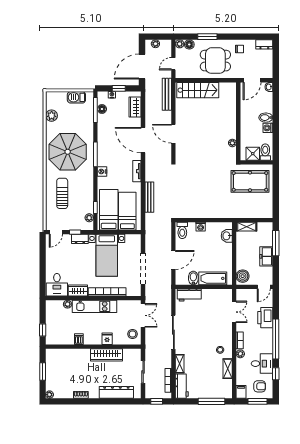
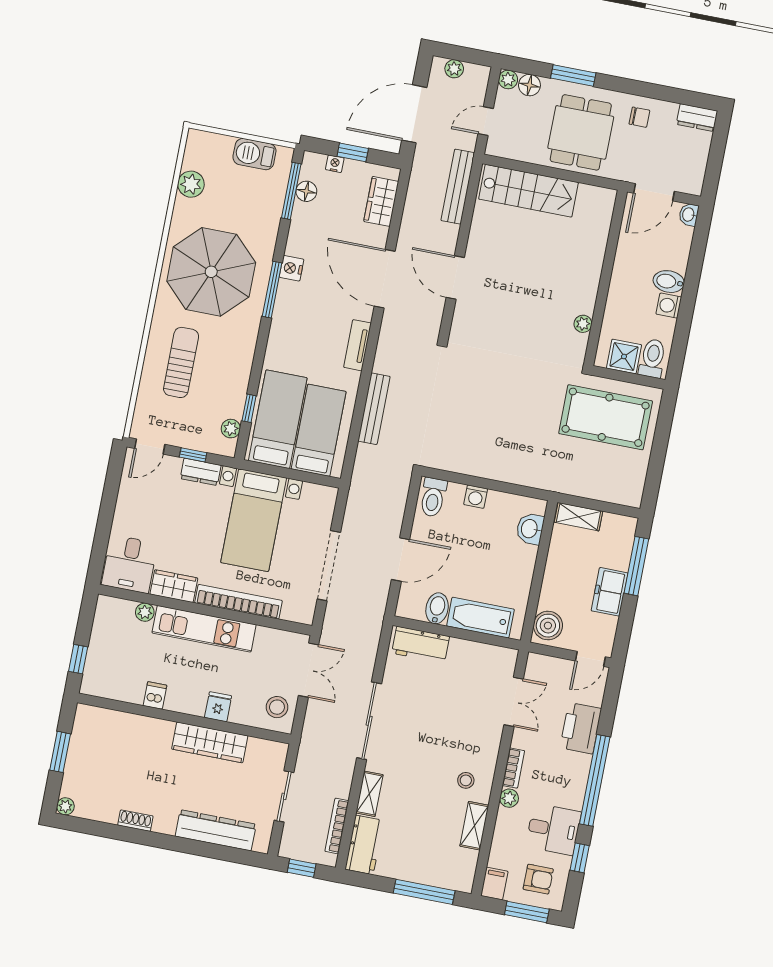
dining table: (215, 61) -> (581, 132), turned 90
nightstand: (102, 171) -> (292, 268), moved

